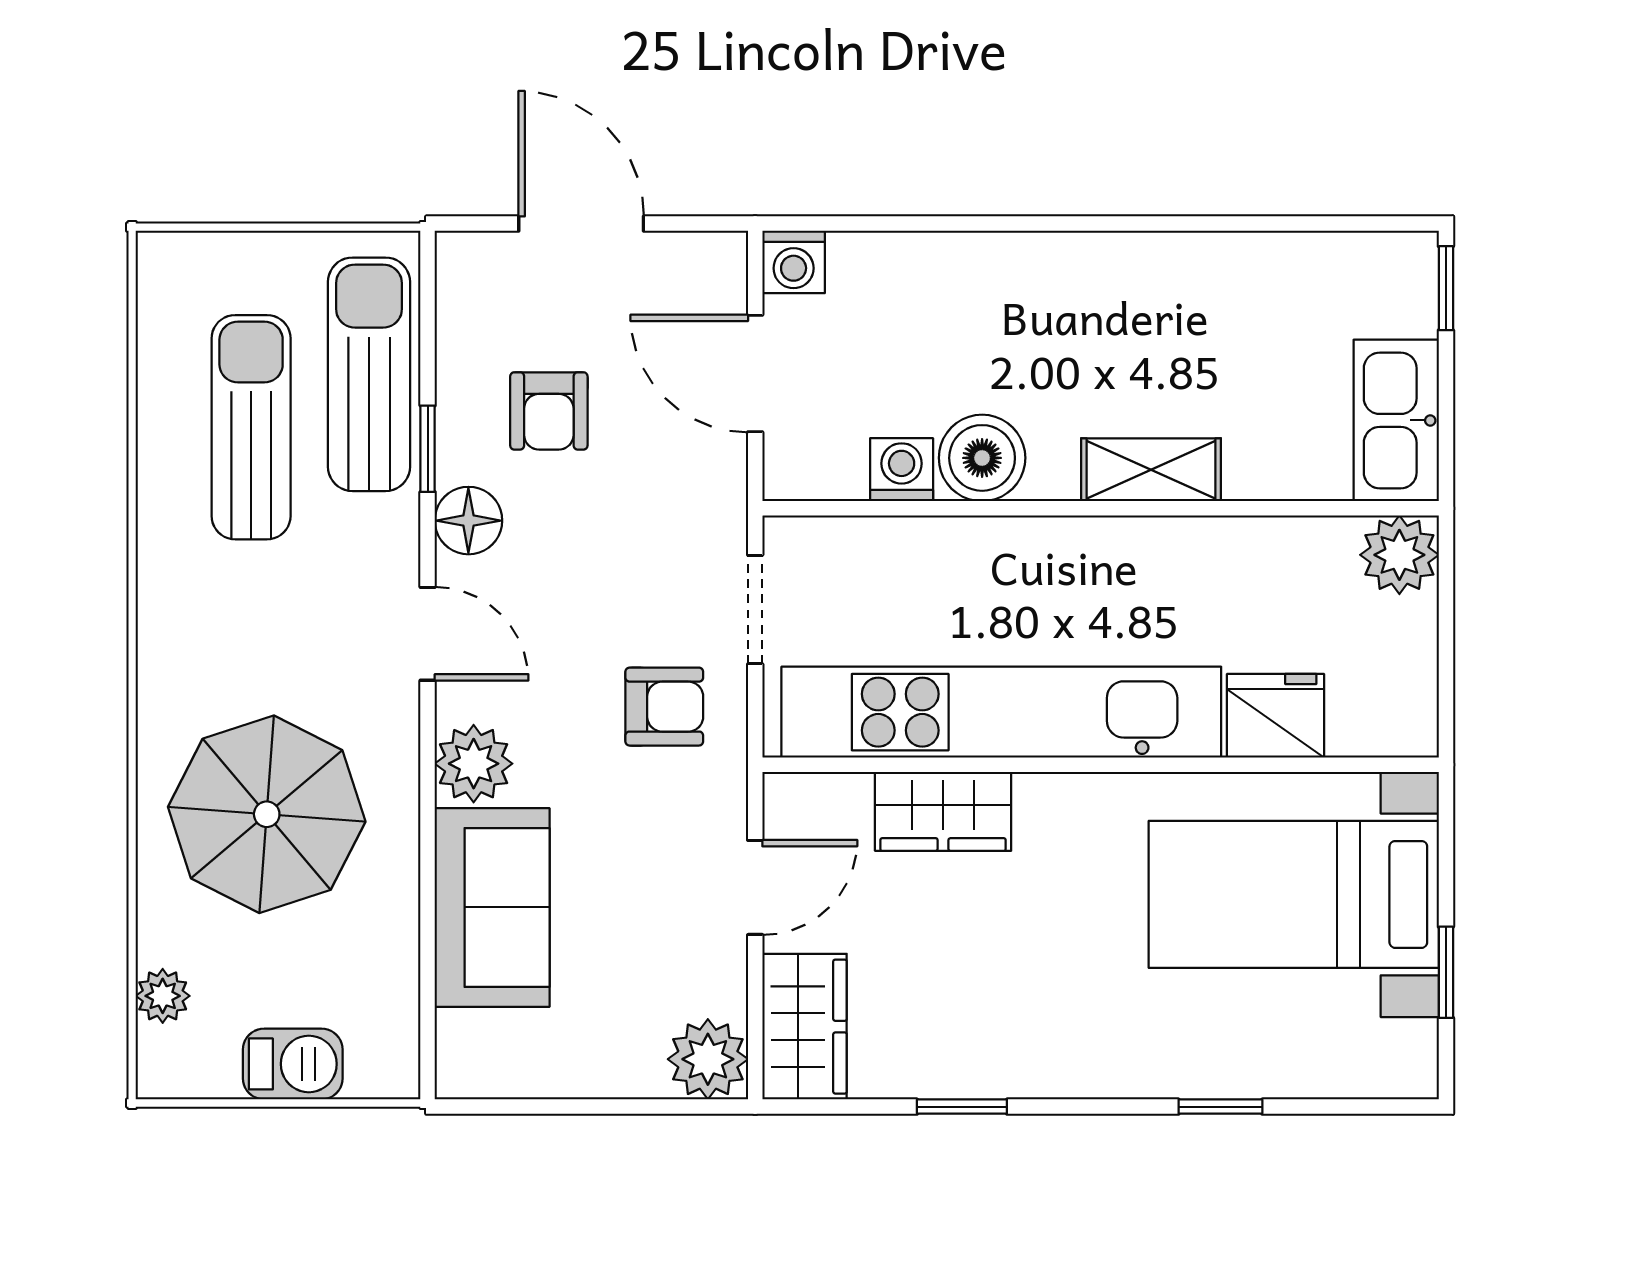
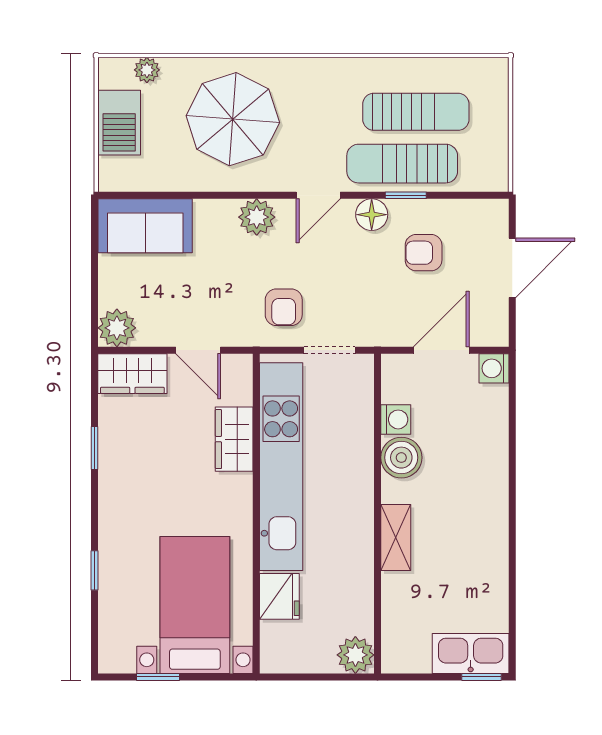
sun lounger: (369, 374) -> (402, 164), moved, turned 180
kitchen sink: (1396, 420) -> (471, 653), moved
sofa: (492, 907) -> (145, 226), moved
barbecue: (293, 1064) -> (119, 123), width x1.38, depth x1.27

